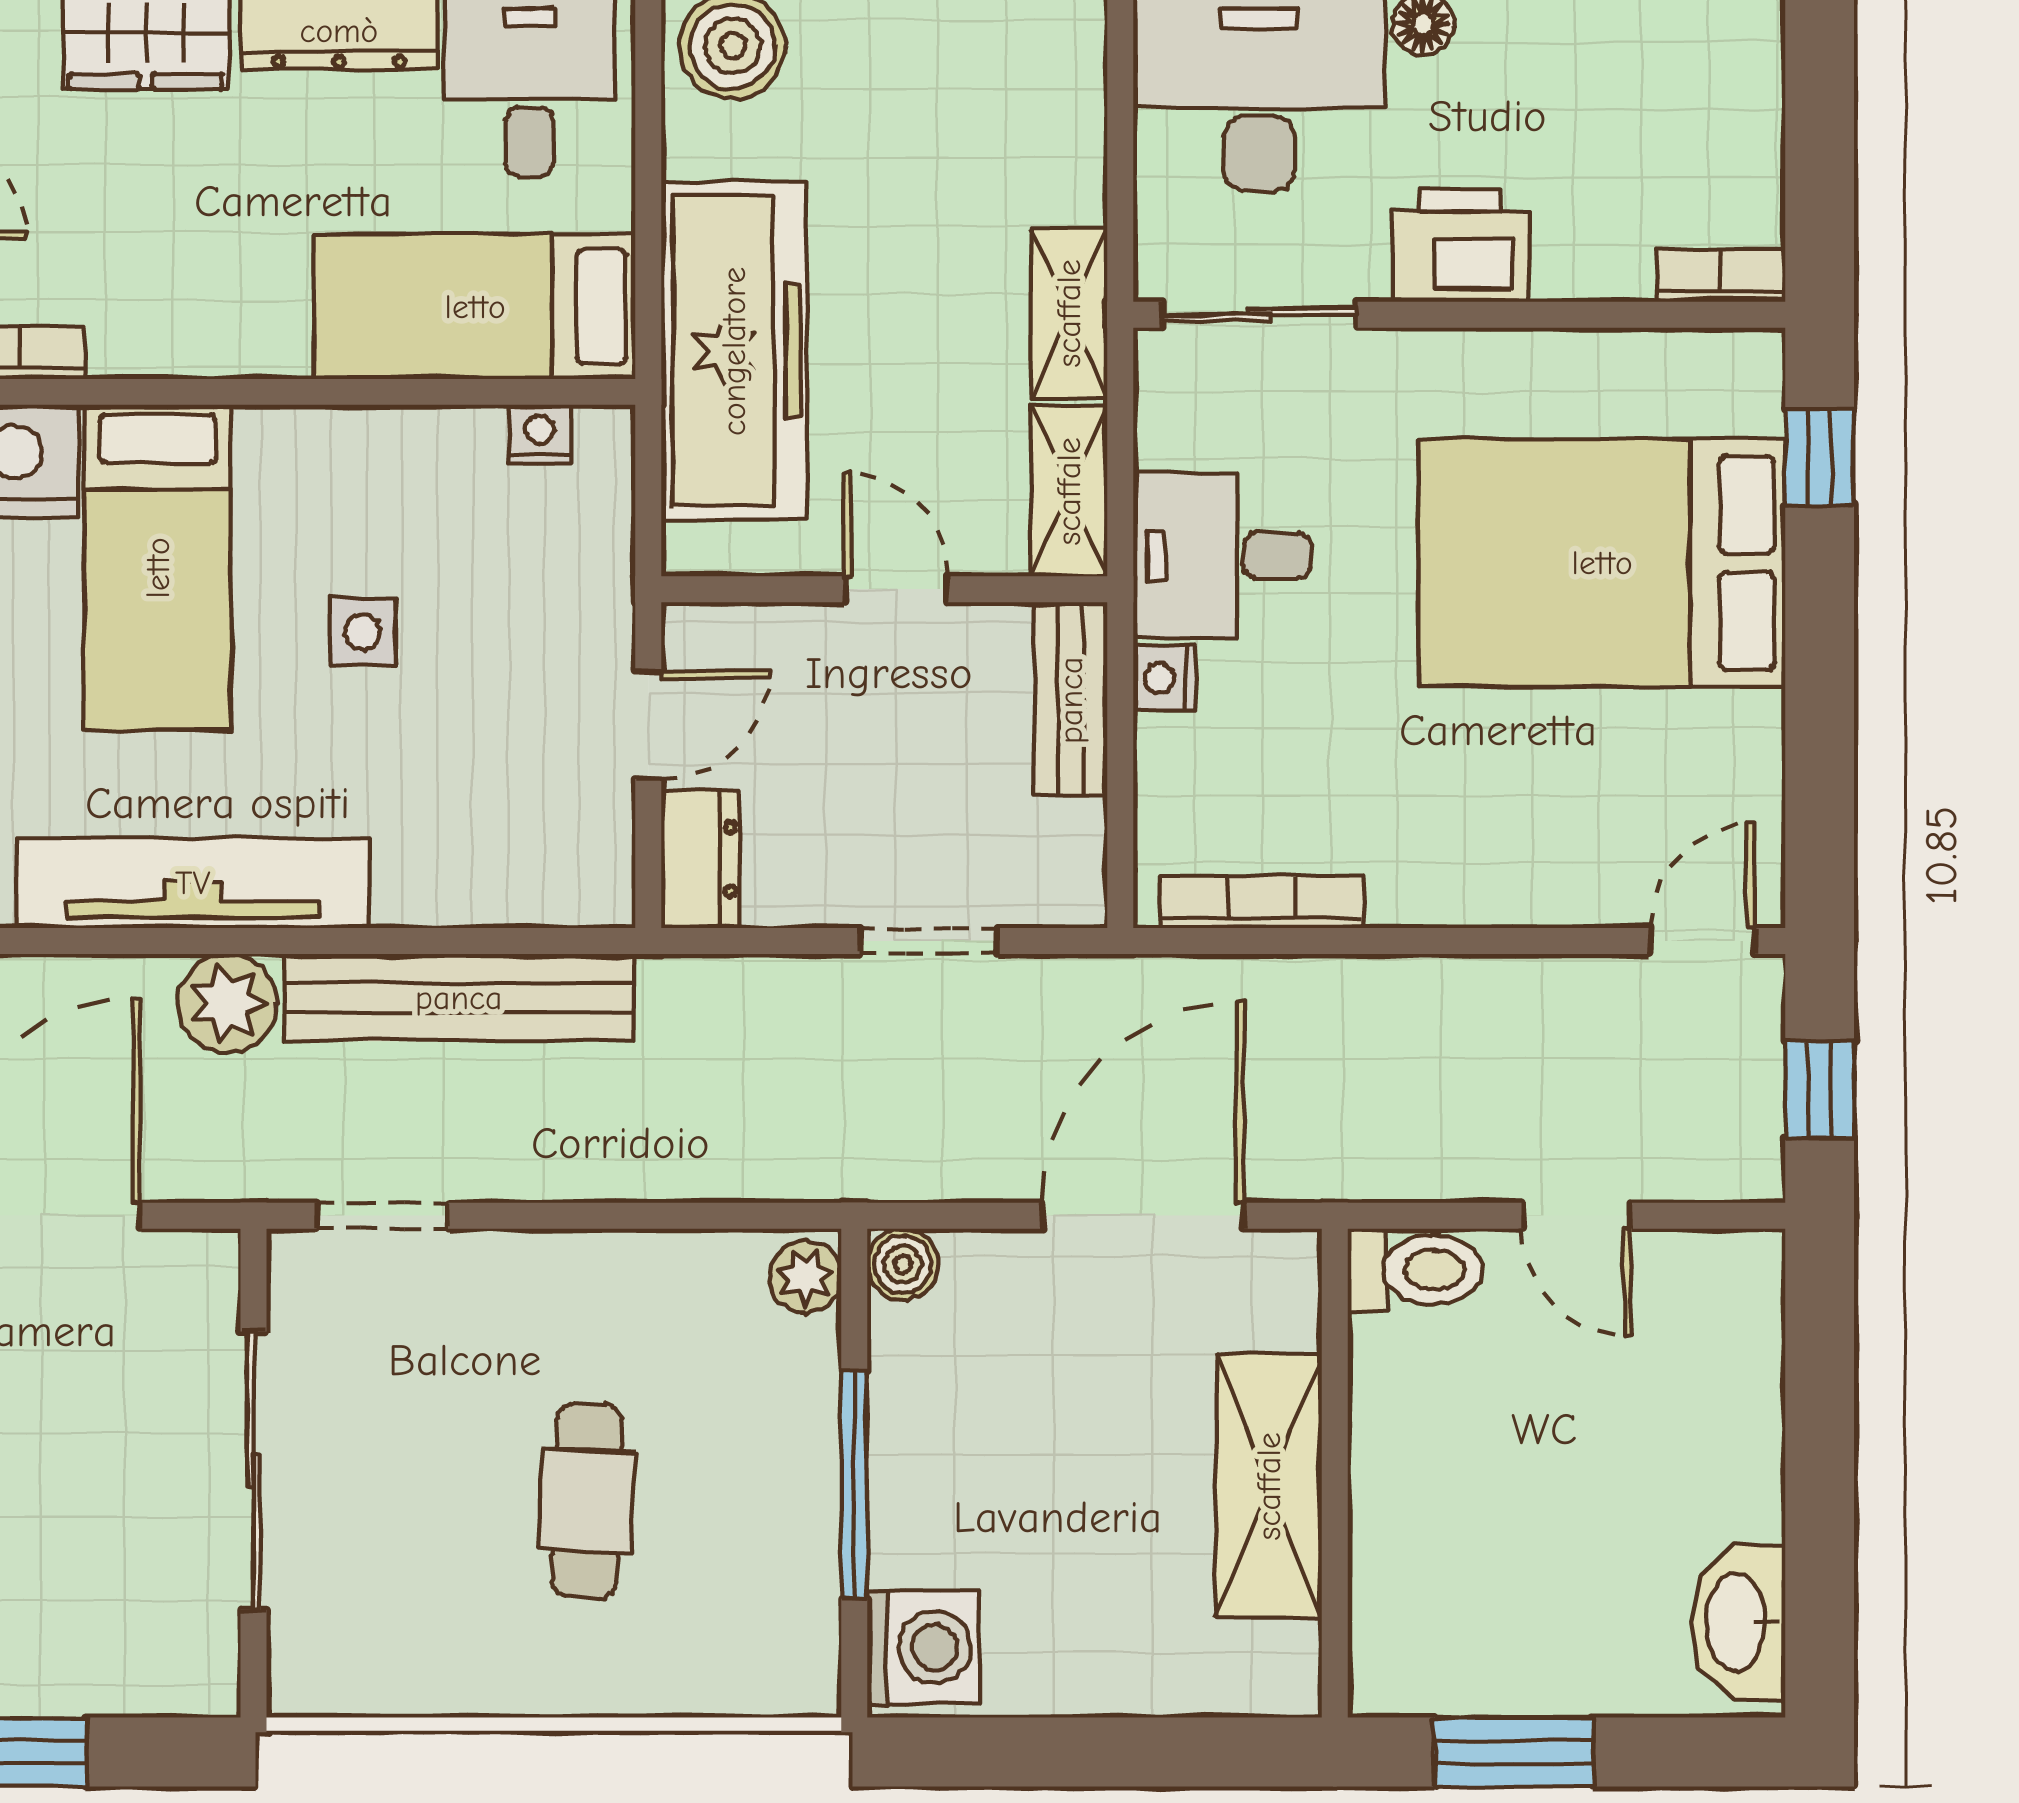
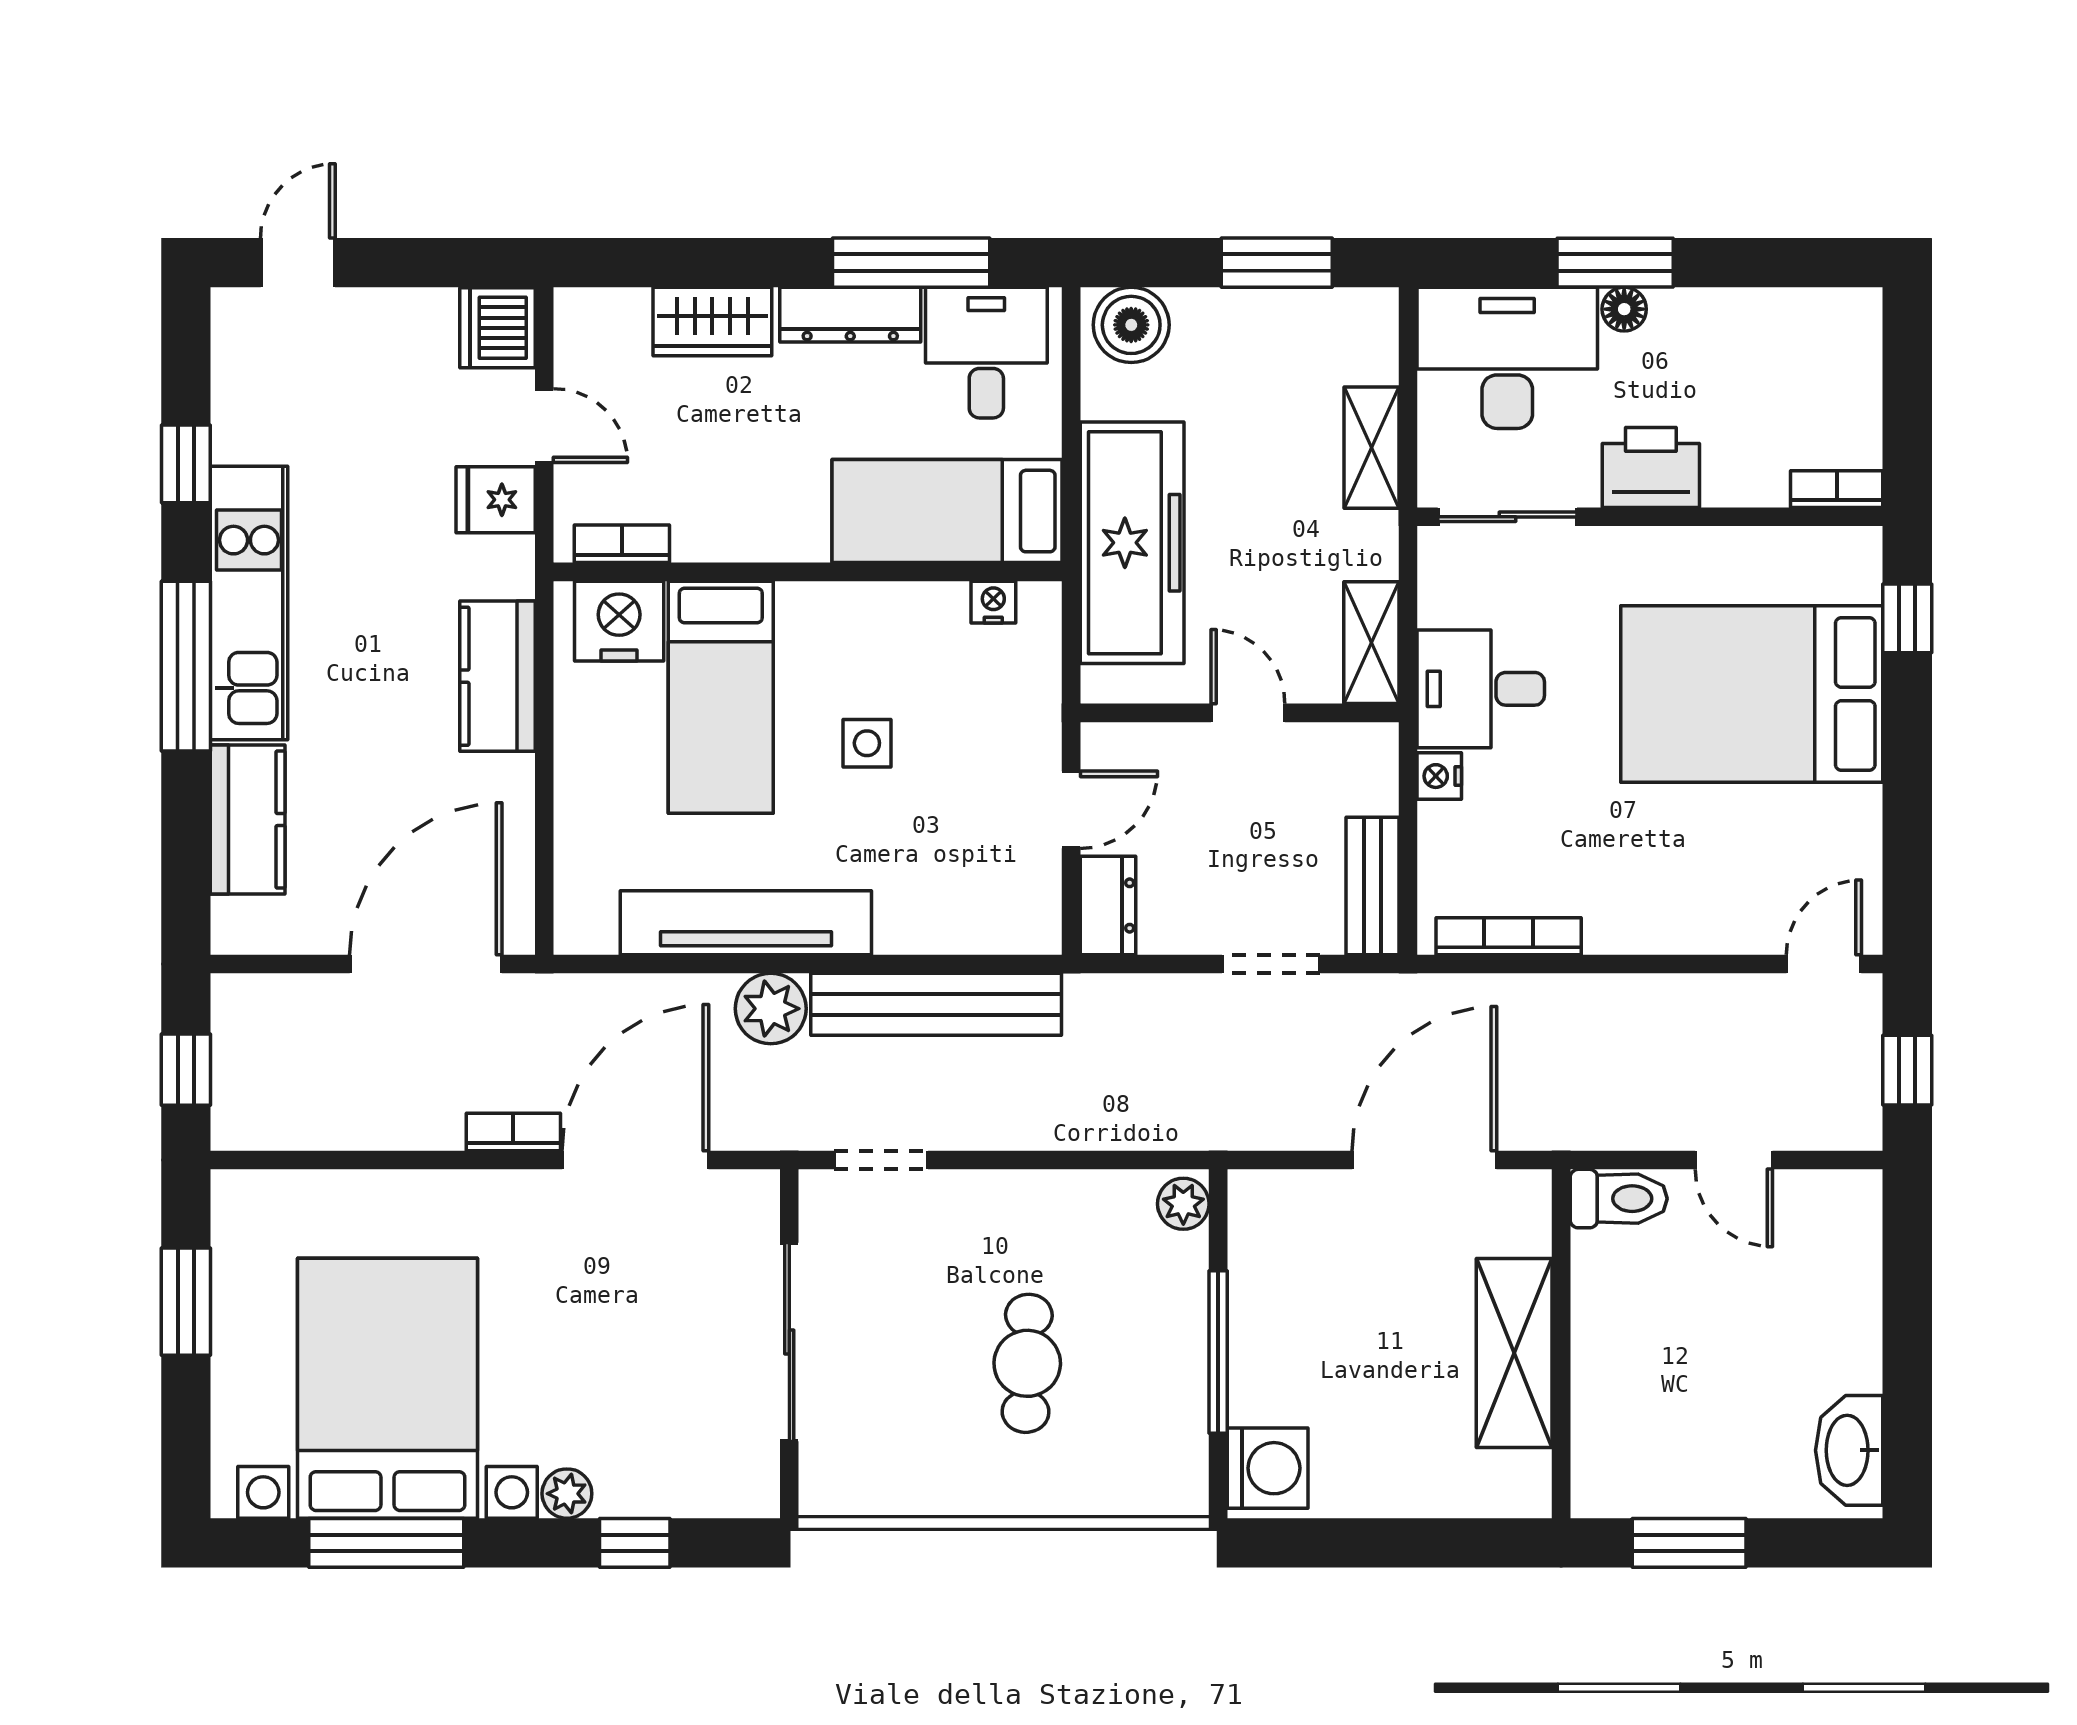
shelving: (1069, 313) -> (1371, 448), moved
bench: (1071, 700) -> (1373, 886), moved
boiler: (903, 1264) -> (1253, 1195), removed

